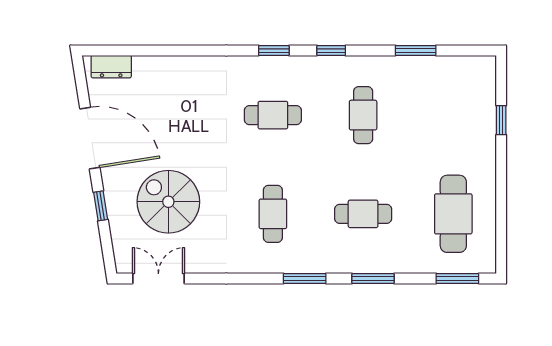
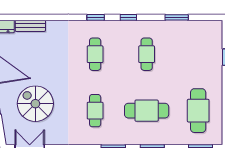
bench: (159, 65) -> (30, 26), added
cafe table: (273, 115) -> (95, 54), turned 90
cafe table: (363, 214) -> (147, 111), width x1.37, depth x1.35

